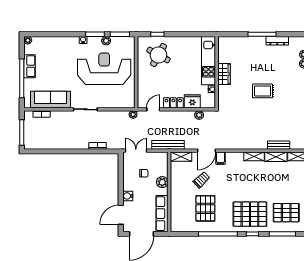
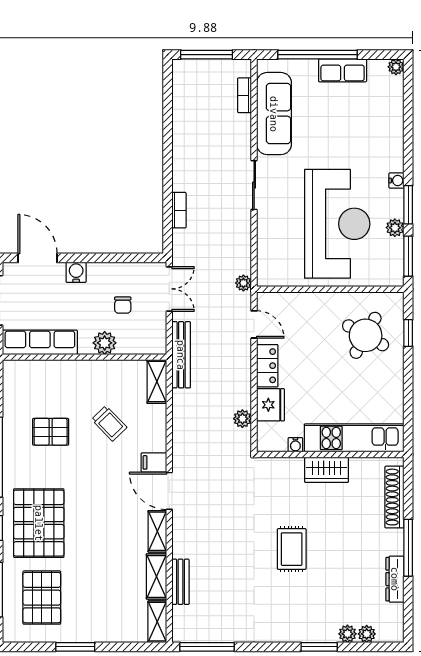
shoe rack: (237, 41) -> (394, 497), added
door: (207, 151) -> (169, 491), moved
pallet: (205, 208) -> (51, 432), width x0.67, depth x0.71

